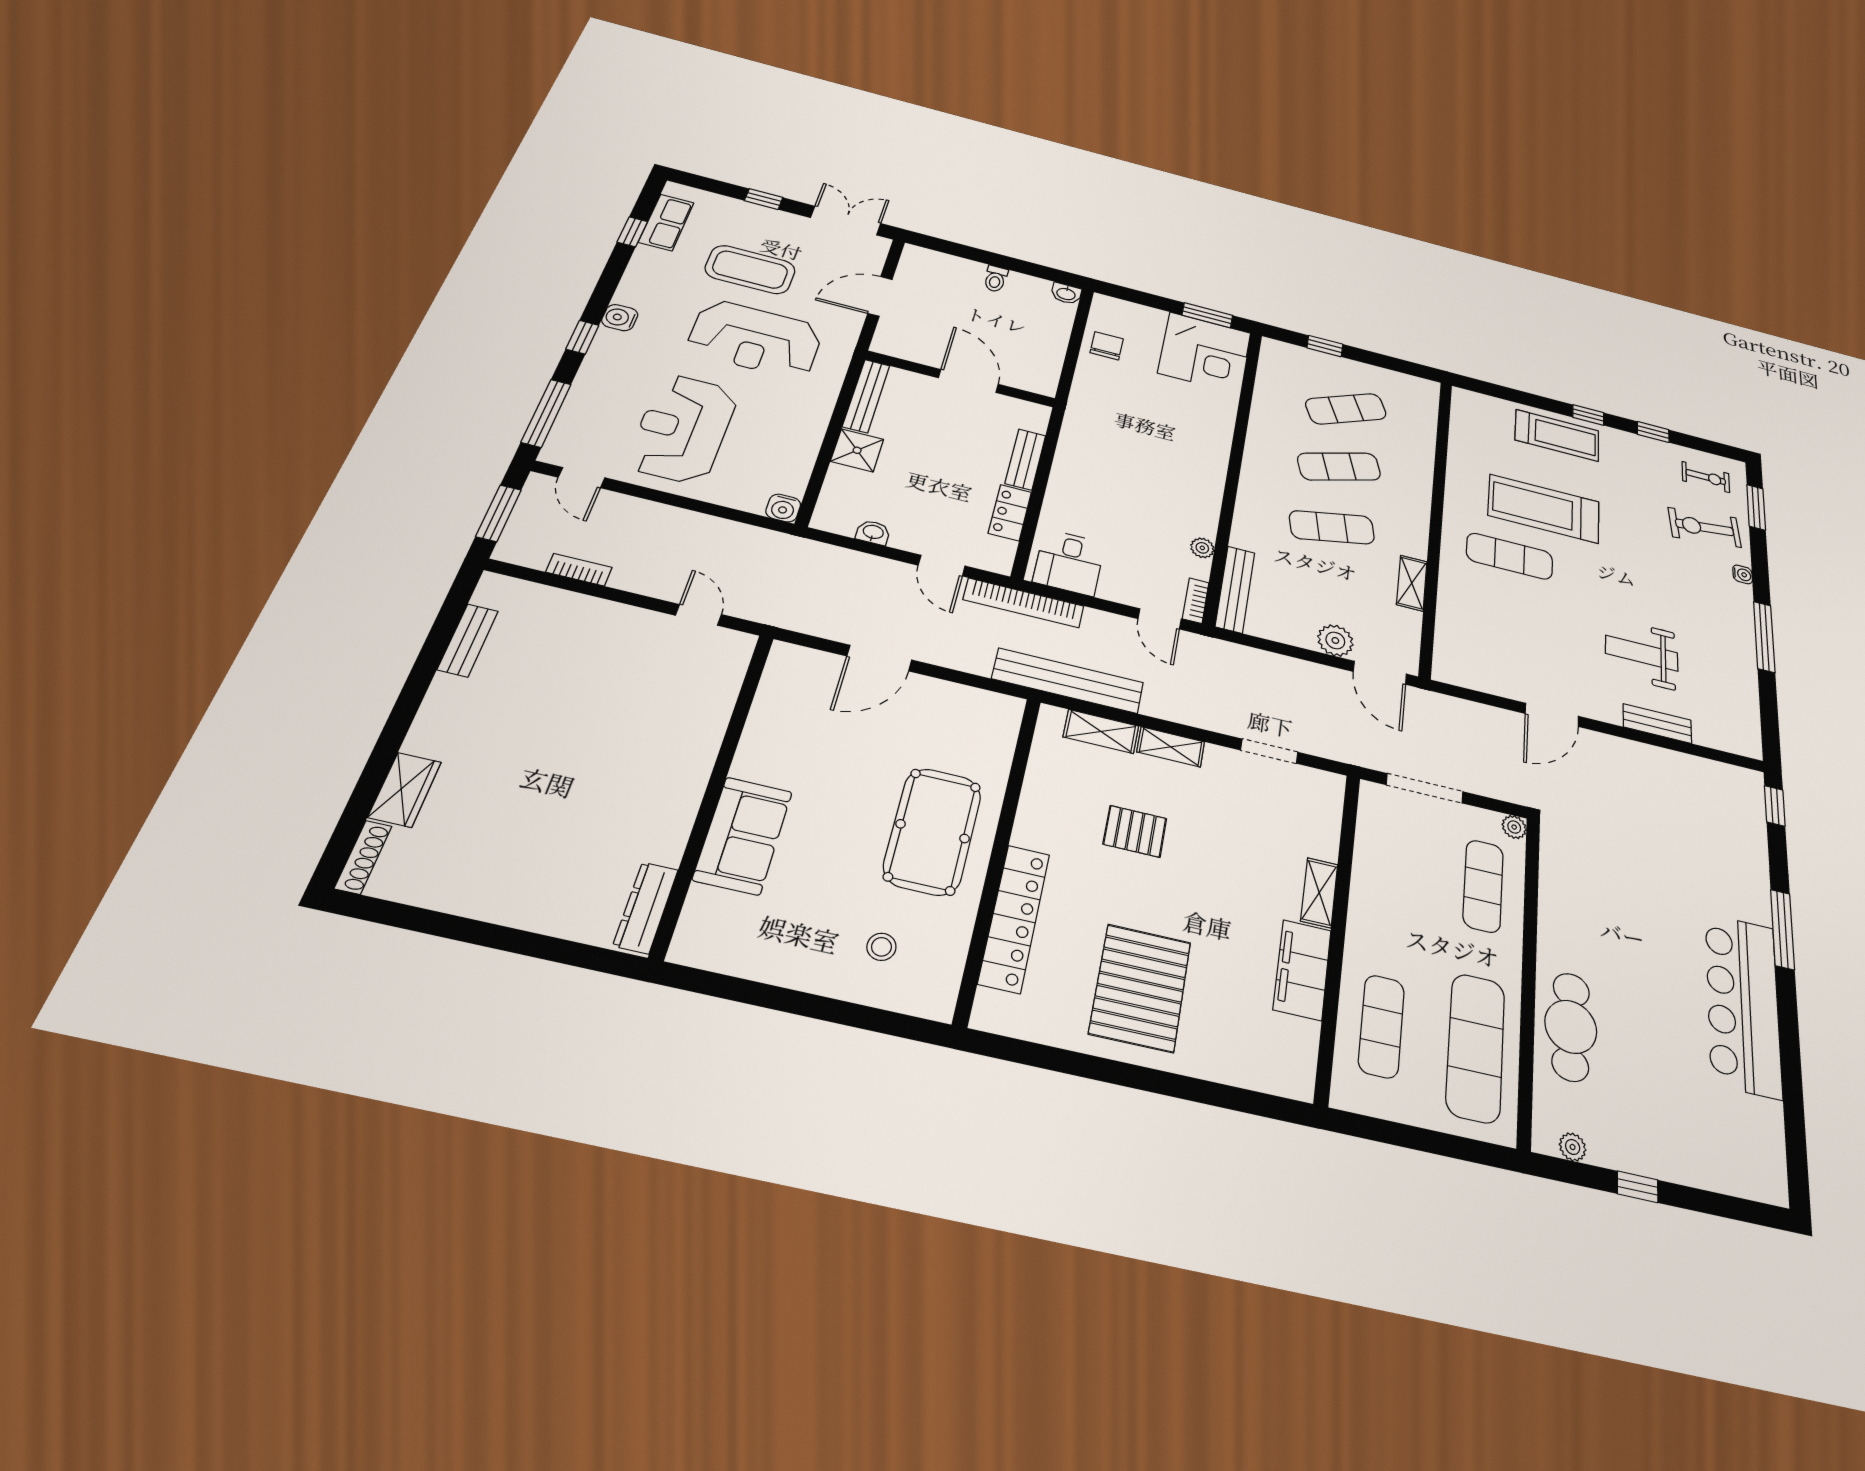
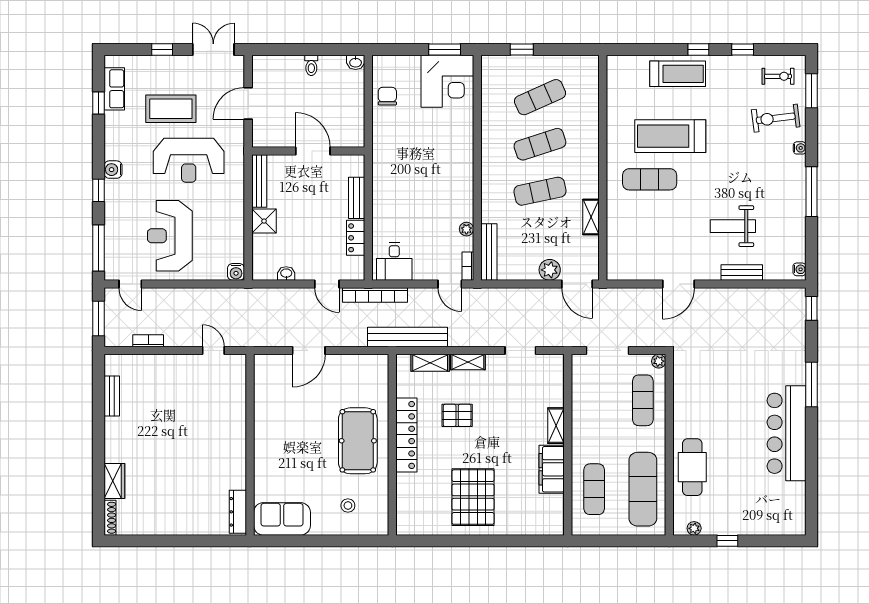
water cooler: (1752, 742) -> (800, 269), added
sofa: (743, 835) -> (282, 519), moved, turned -90
locker: (1014, 918) -> (406, 435), moved

